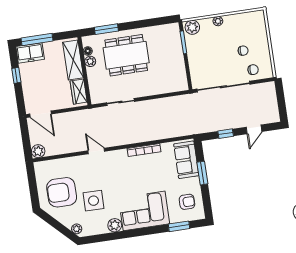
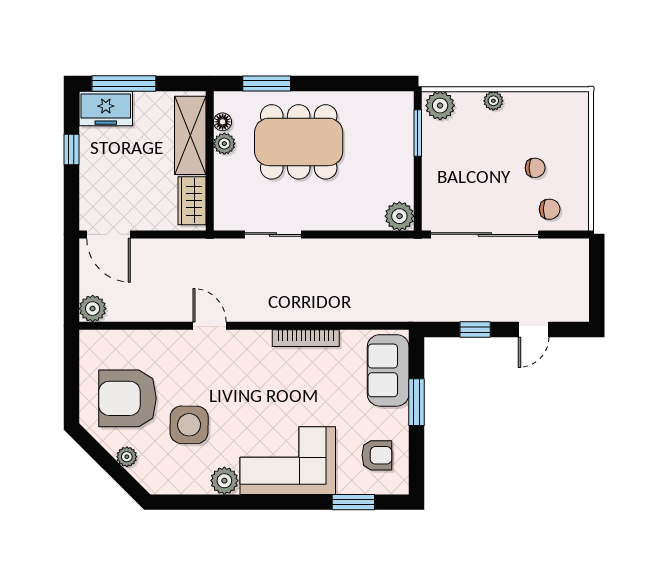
plant: (181, 84) -> (399, 216), added
plant: (77, 229) -> (127, 457), moved

